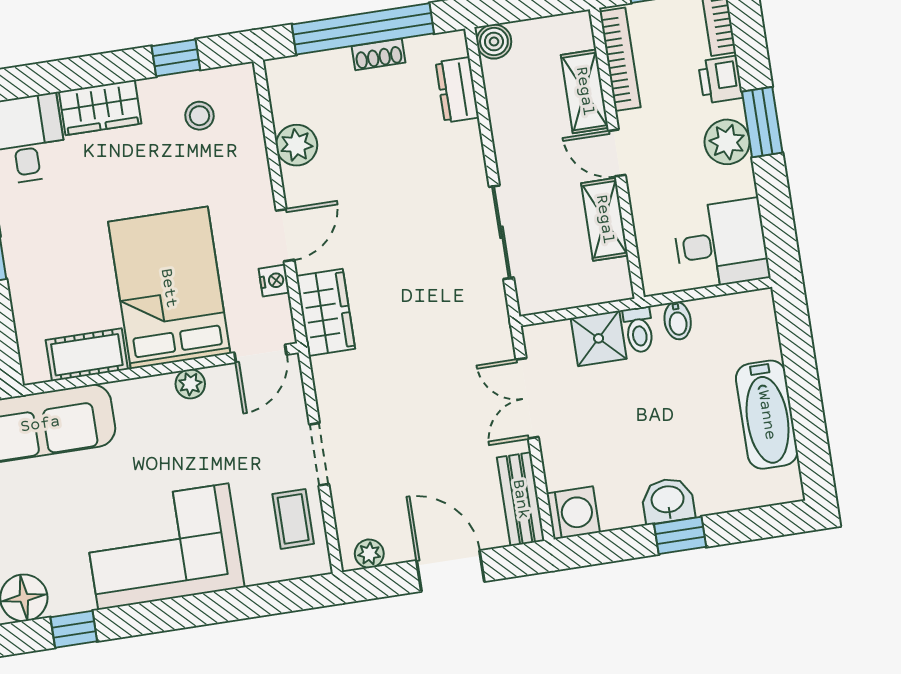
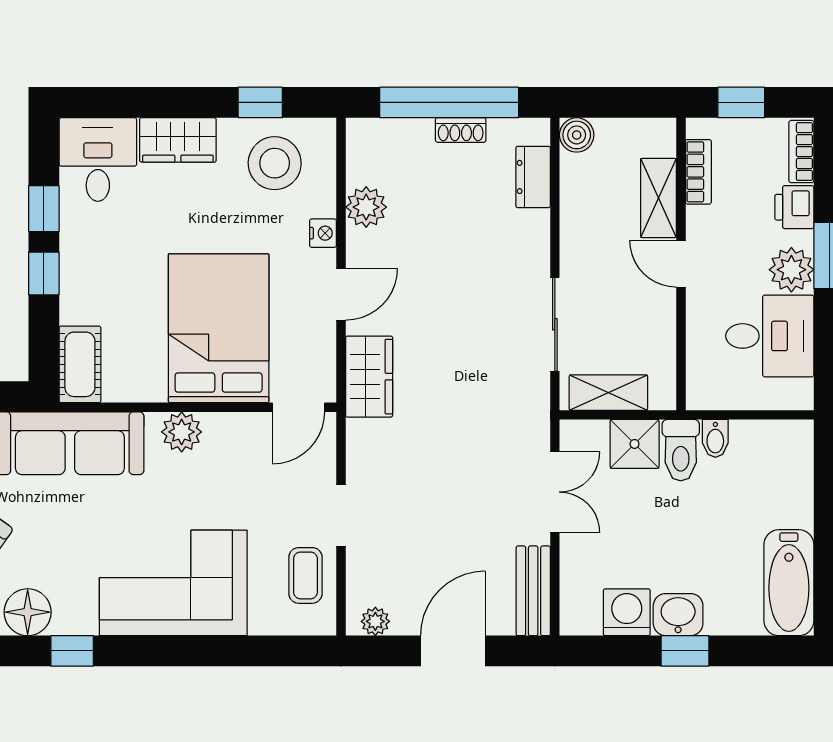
bookcase: (620, 59) -> (698, 172), width x0.64
stool: (199, 116) -> (275, 163), width x1.89, depth x1.89
shelving: (605, 219) -> (608, 393), moved, turned 90
desk: (721, 244) -> (770, 336), moved
nightstand: (274, 281) -> (323, 233), moved
toilet: (639, 330) -> (681, 450), width x1.37, depth x1.39
cot: (87, 355) -> (80, 364), moved, turned 90
plant: (190, 384) -> (182, 432), moved, width x1.38, depth x1.38
double door: (527, 398) -> (555, 492), swing flipped
bathtub: (767, 415) -> (789, 583), moved
washing machine: (573, 513) -> (627, 612), moved, turned -90
door: (451, 571) -> (453, 651), hinge flipped

